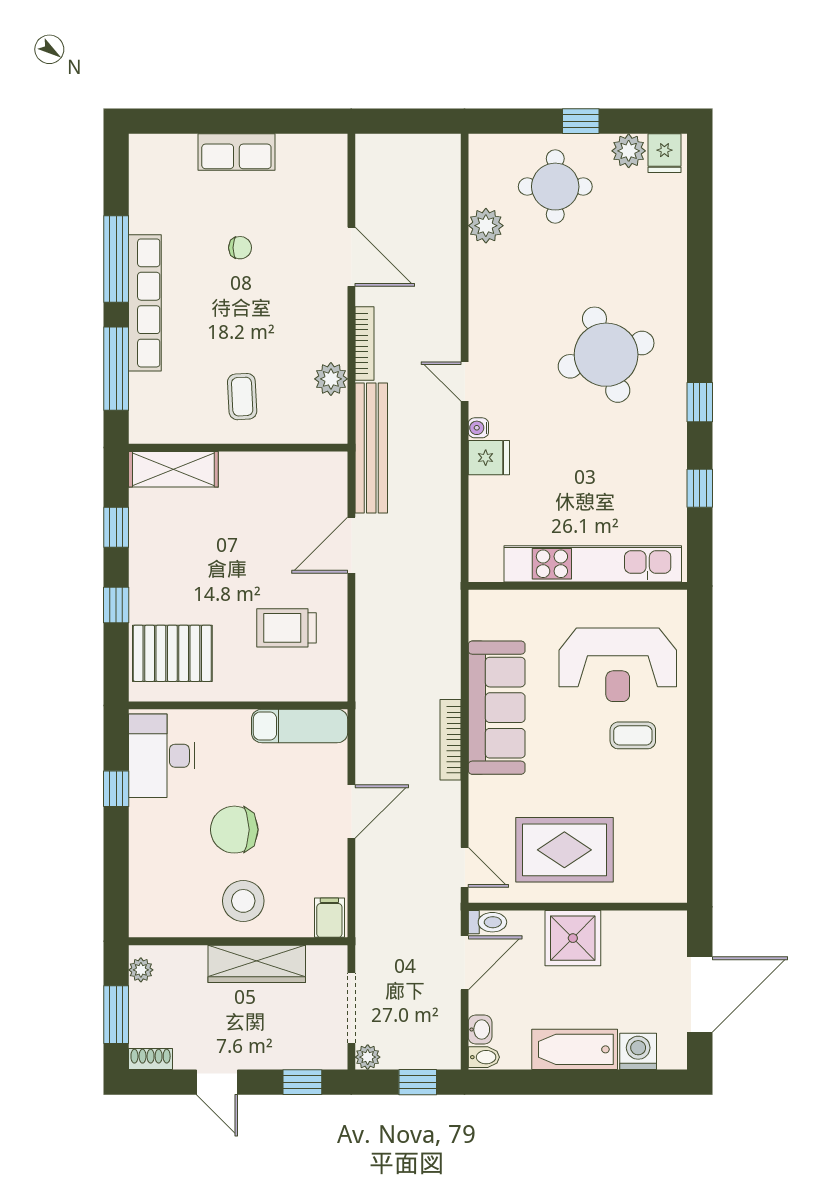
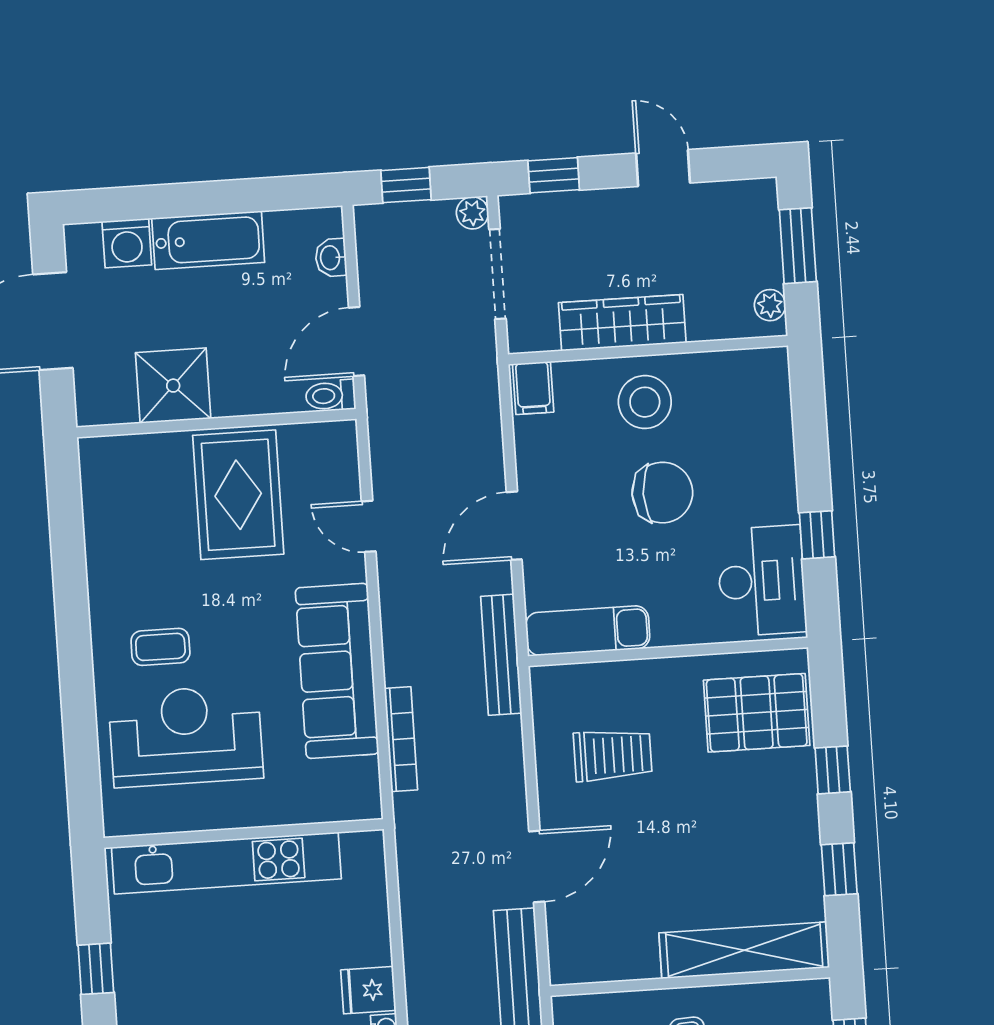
shelving: (173, 469) -> (744, 950), width x1.47
bench: (368, 712) -> (501, 655), added
bookcase: (450, 740) -> (401, 739), moved
rug: (564, 850) -> (238, 495), turned 90
door: (465, 867) -> (369, 526), moved
shower: (573, 938) -> (173, 386), moved
bidet: (484, 1057) -> (324, 223), removed
shoe rack: (151, 1059) -> (750, 192), removed

